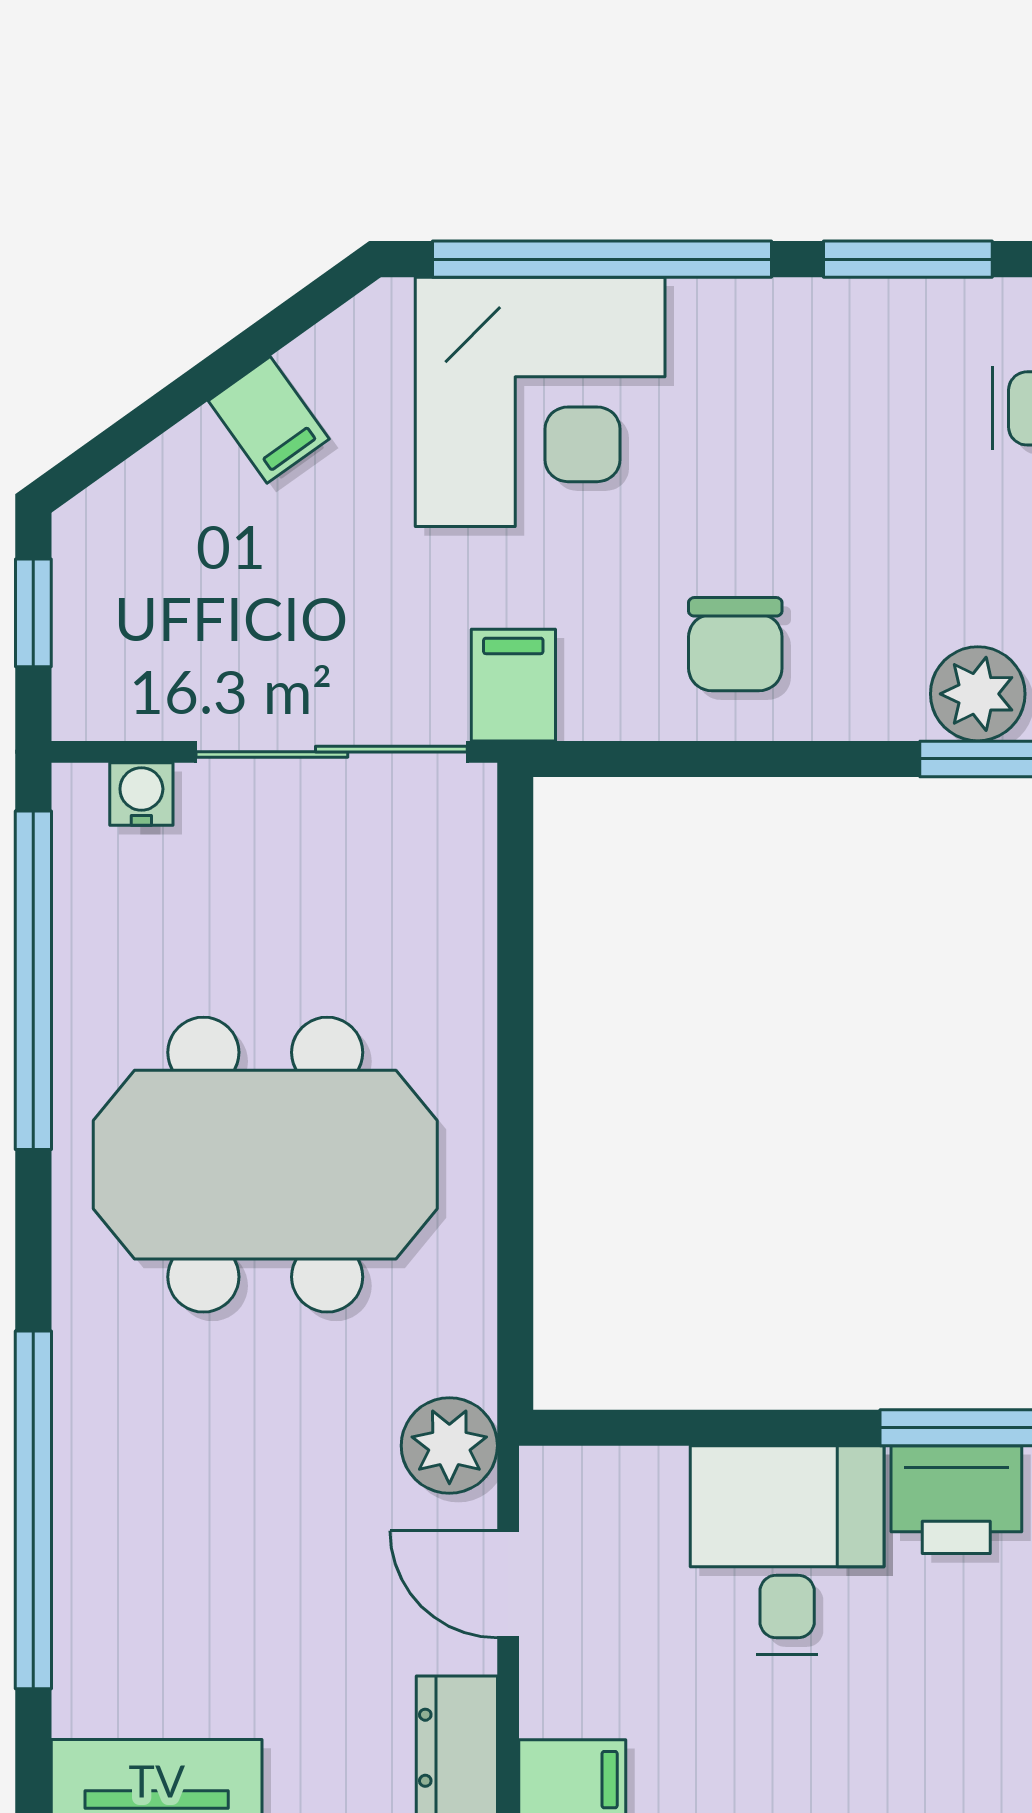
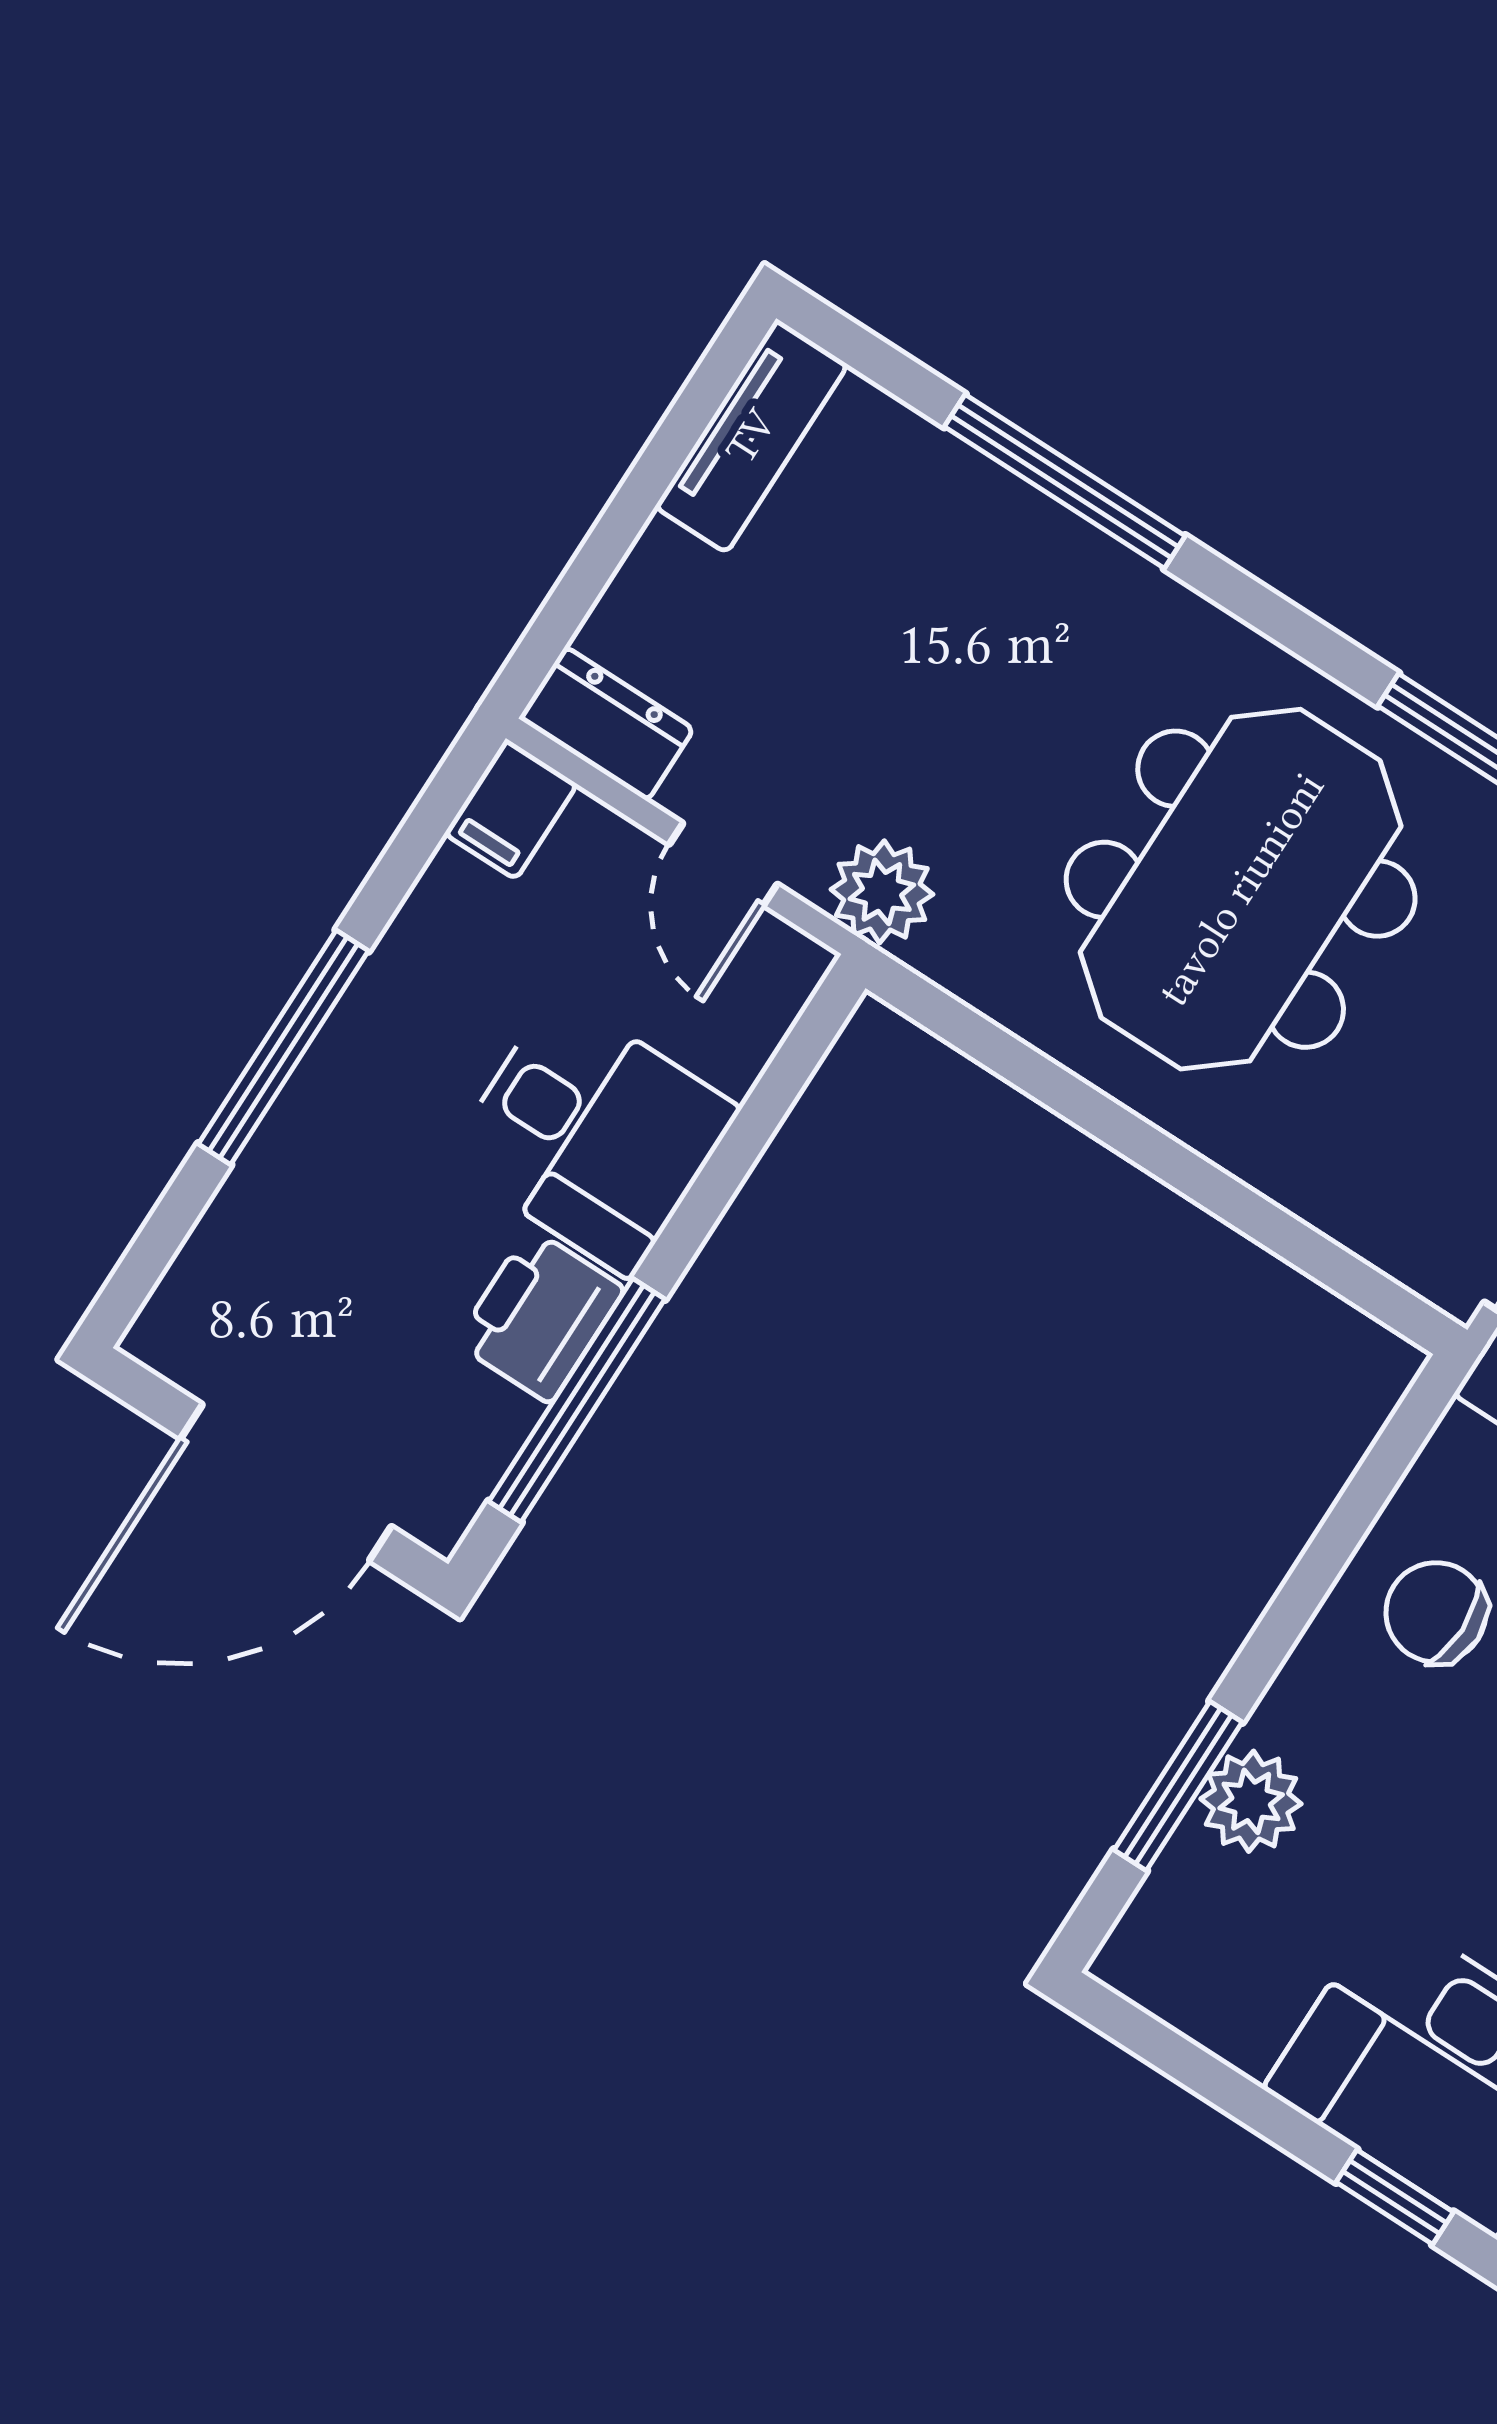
window: (33, 1510) -> (1065, 481), width x0.68
door: (508, 1584) -> (723, 864), swing flipped

